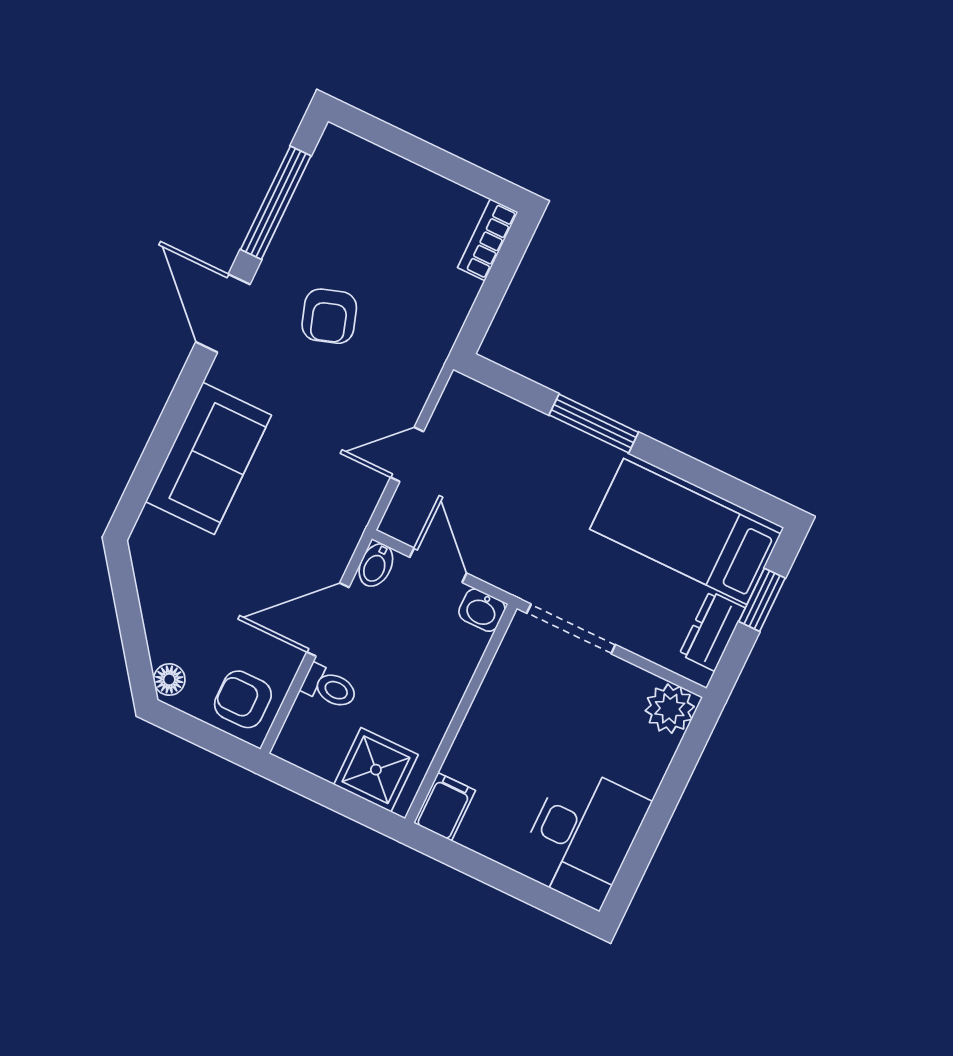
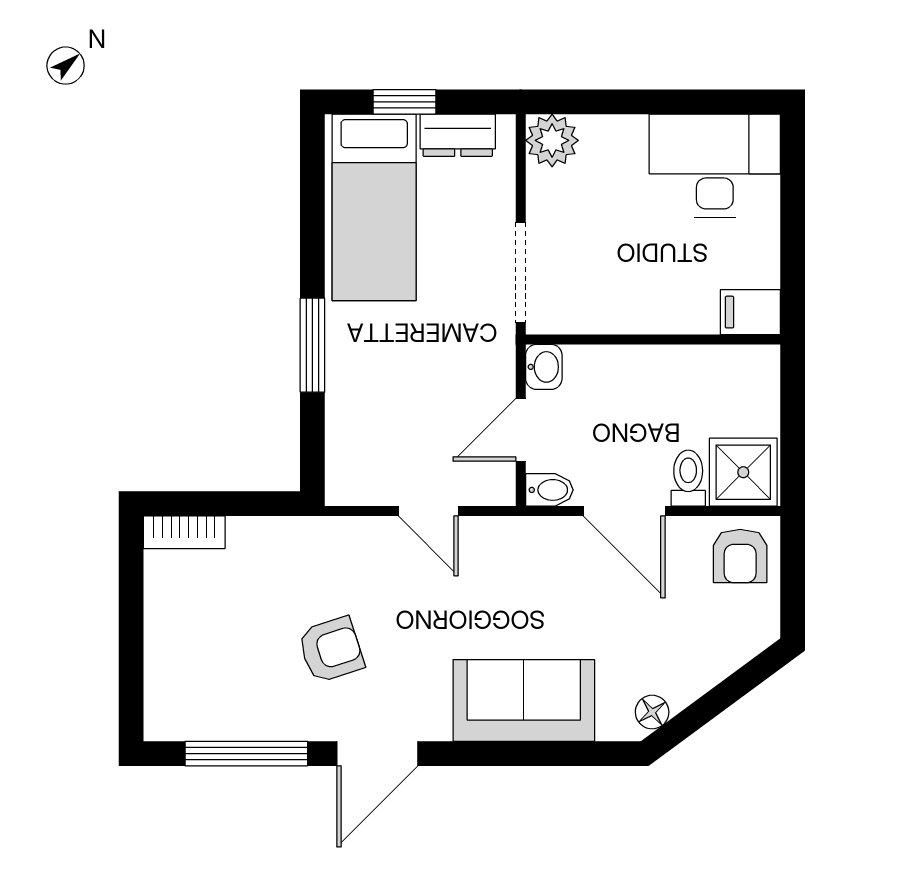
floor lamp: (169, 680) -> (652, 712), moved
shower: (376, 770) -> (743, 472), moved

